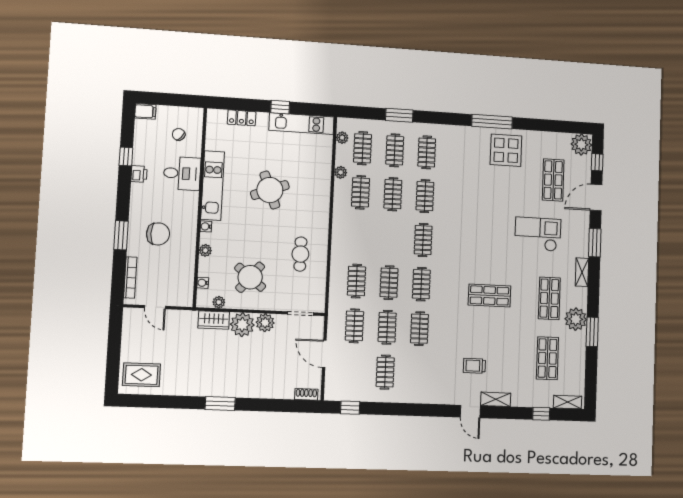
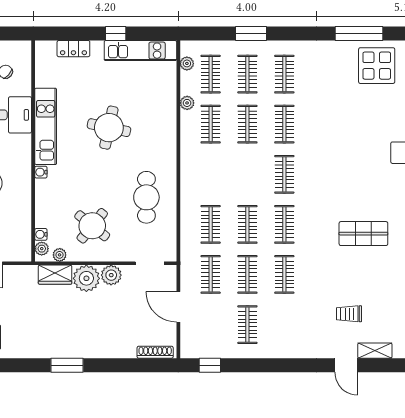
round table: (270, 190) -> (109, 128), turned 33
plant: (205, 250) -> (42, 249), moved
cafe table: (300, 254) -> (146, 197), width x1.37, depth x1.35
shoe rack: (306, 394) -> (155, 352), width x1.43

